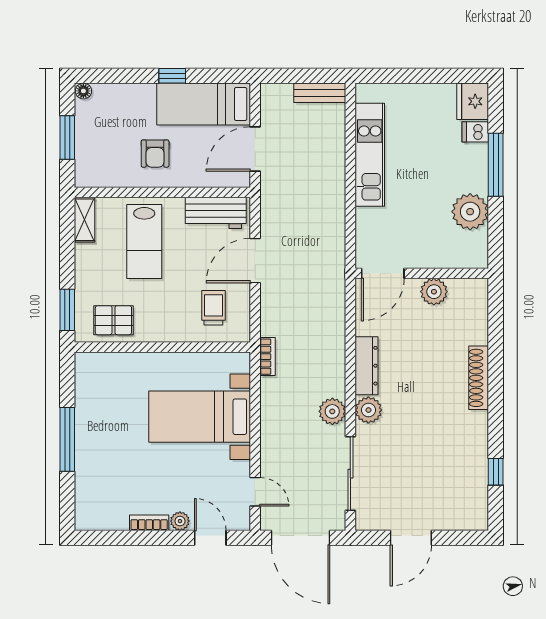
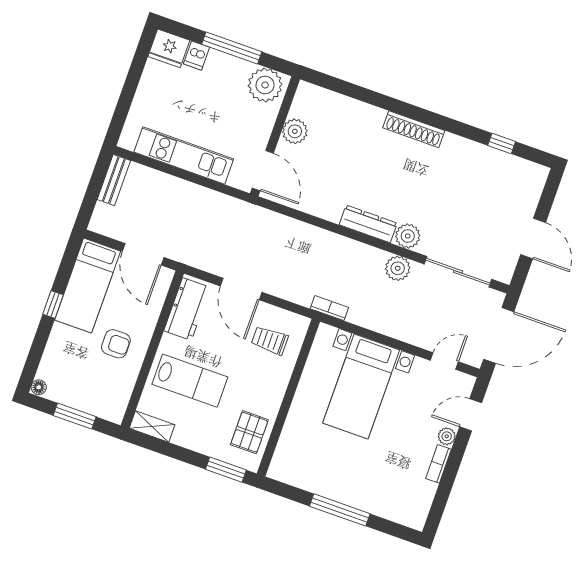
door: (383, 273) -> (263, 171), moved
wall: (422, 273) -> (275, 136), moved
plant: (434, 292) -> (295, 131), moved

